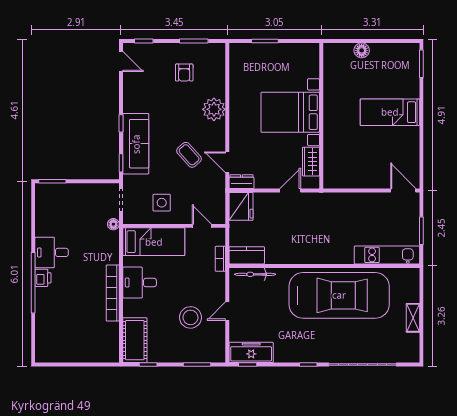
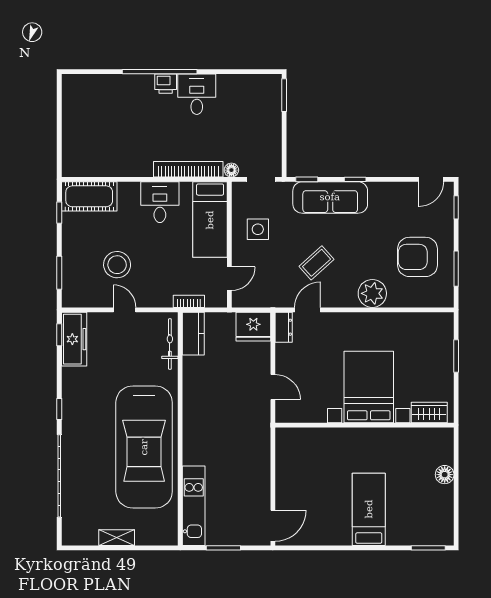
armchair: (184, 73) -> (418, 257), width x1.88, depth x1.88
wardrobe: (311, 162) -> (429, 412), moved
bookcase: (113, 293) -> (188, 169), moved

